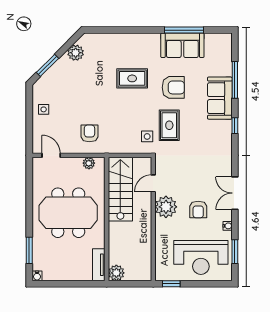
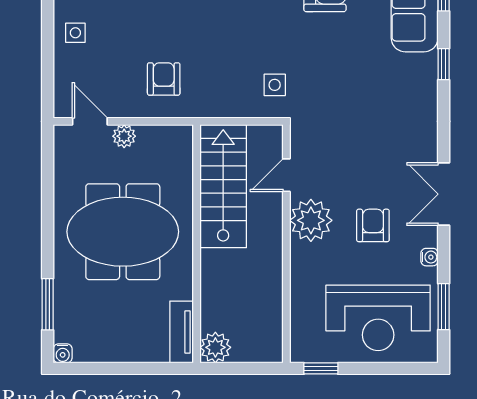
rug: (169, 125) -> (317, 63), removed
plant: (89, 163) -> (124, 136), moved
armchair: (198, 209) -> (373, 225), turned 180

